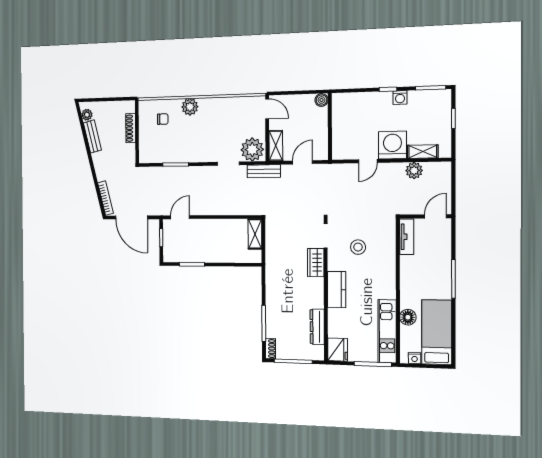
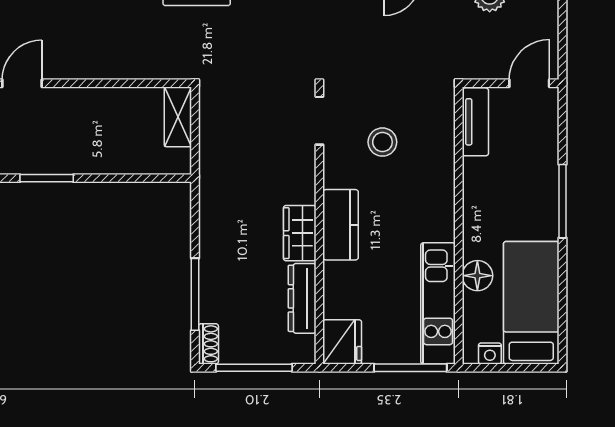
wardrobe: (316, 263) -> (300, 233), moved

